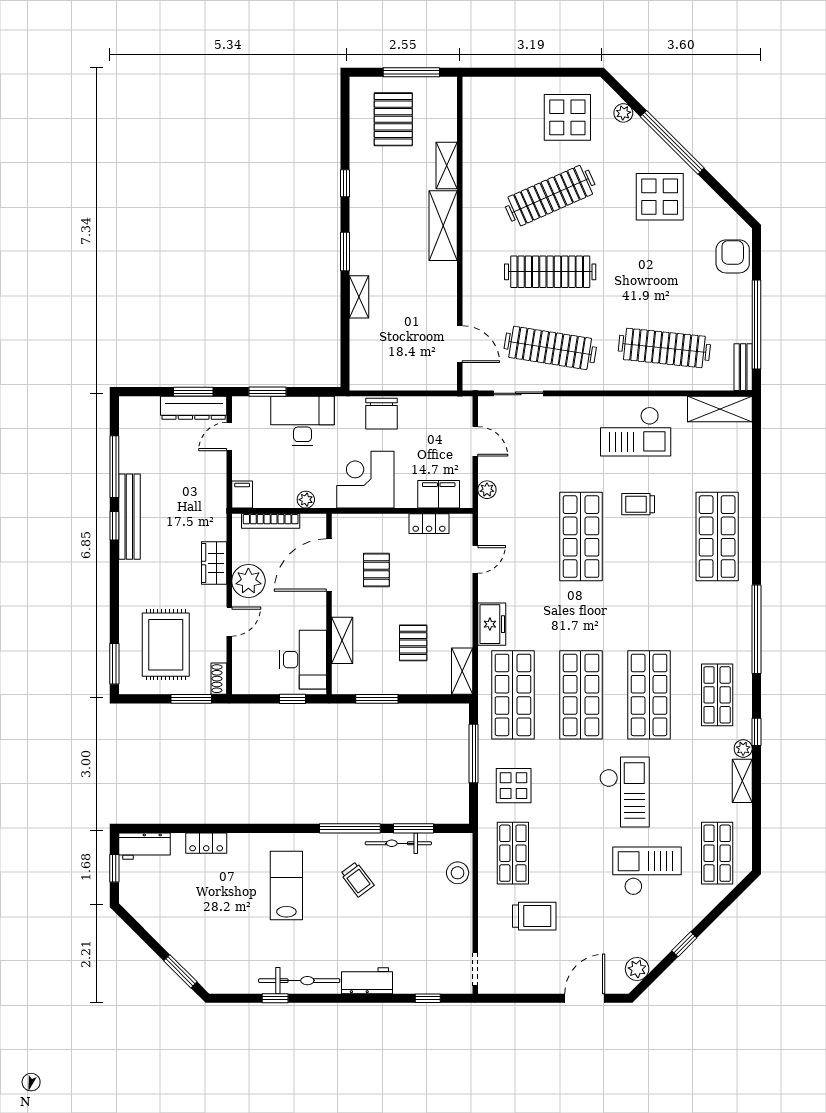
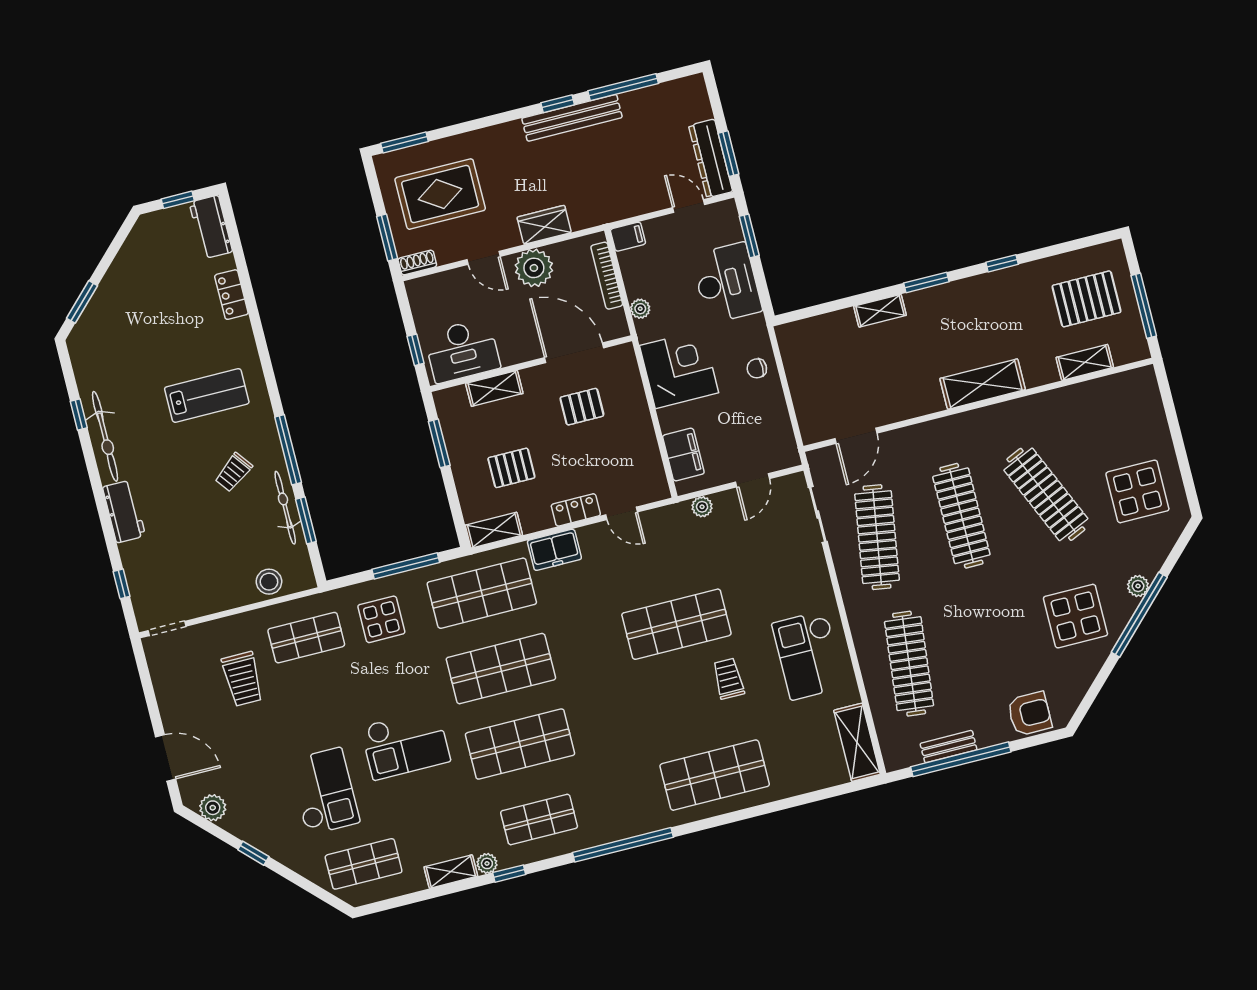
plant: (623, 113) -> (1138, 586), moved
shelving: (447, 166) -> (1085, 362), moved
bench: (743, 367) -> (949, 747), moved
chair: (381, 414) -> (757, 368), width x0.54, depth x0.54
locker: (429, 524) -> (576, 510), moved, turned 90

